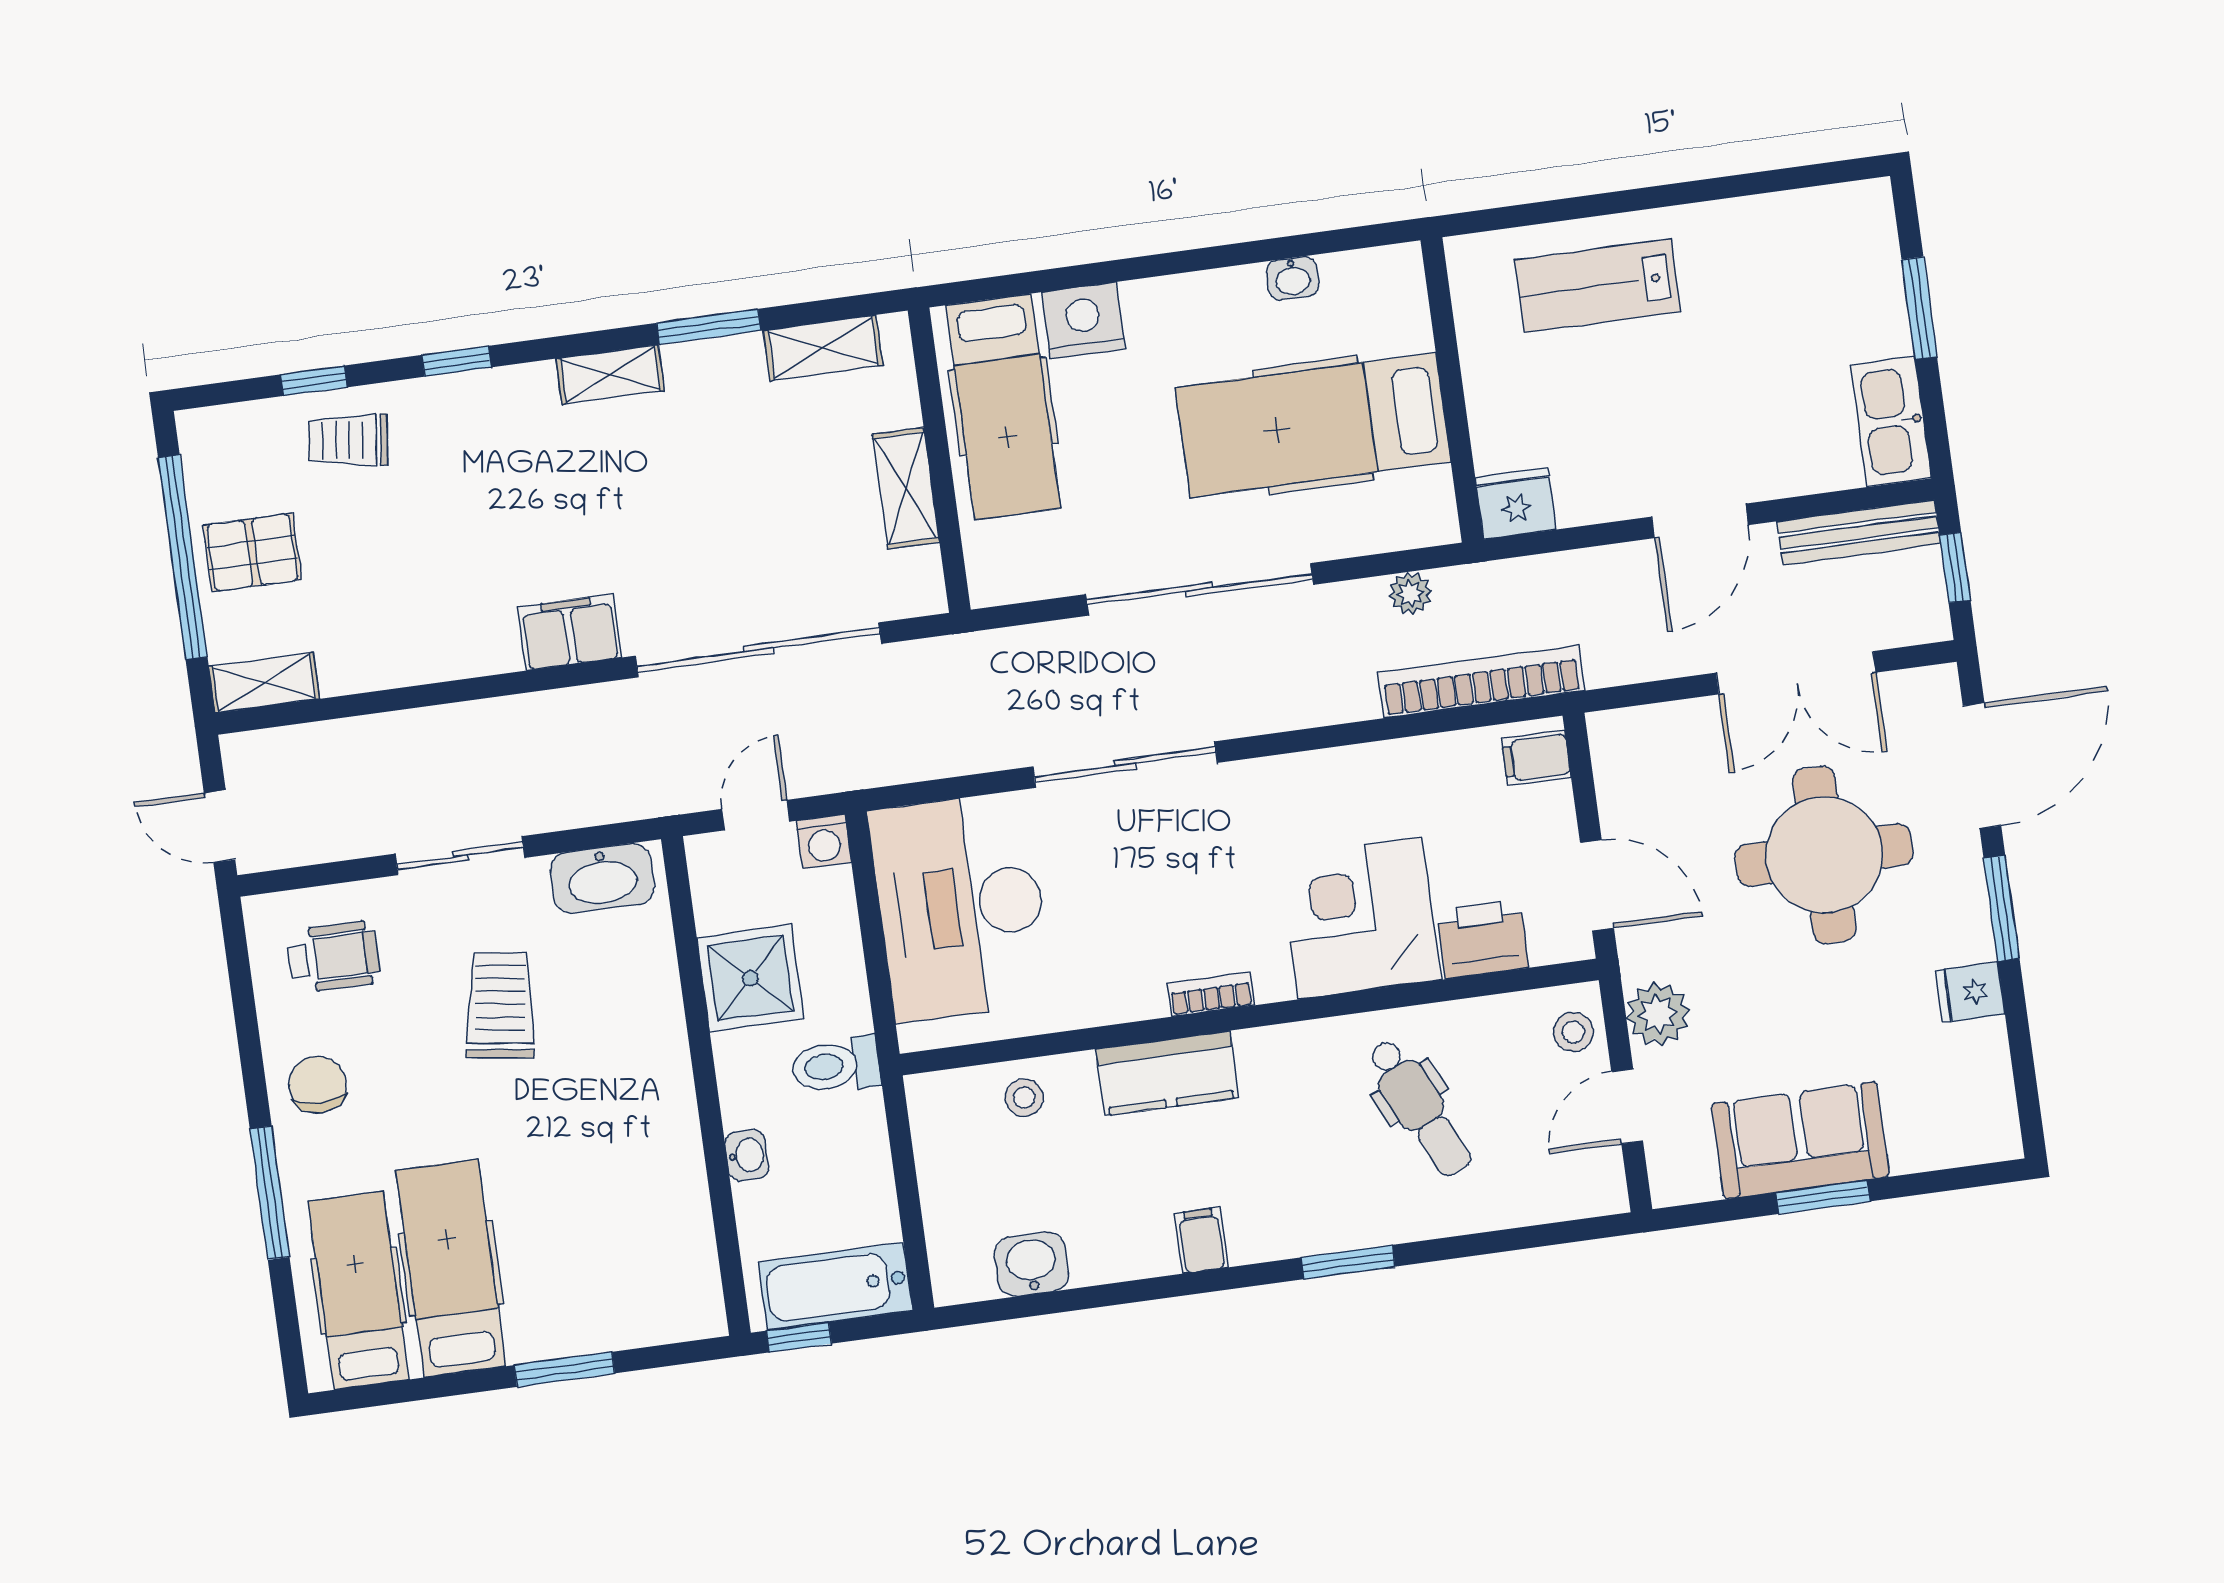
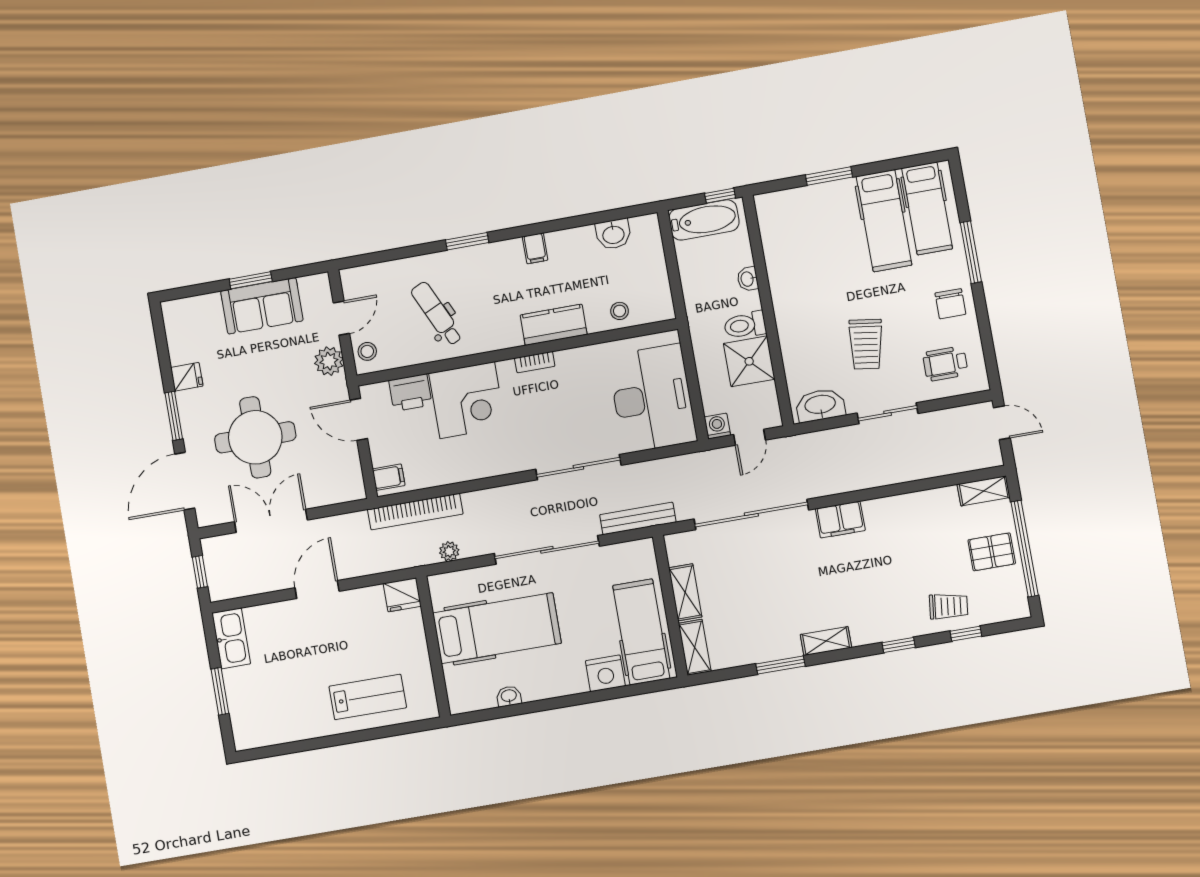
shelving: (823, 348) -> (695, 647), moved, turned 90
bench: (1859, 533) -> (638, 518), moved
toilet: (836, 1065) -> (745, 325), moved, turned 180

